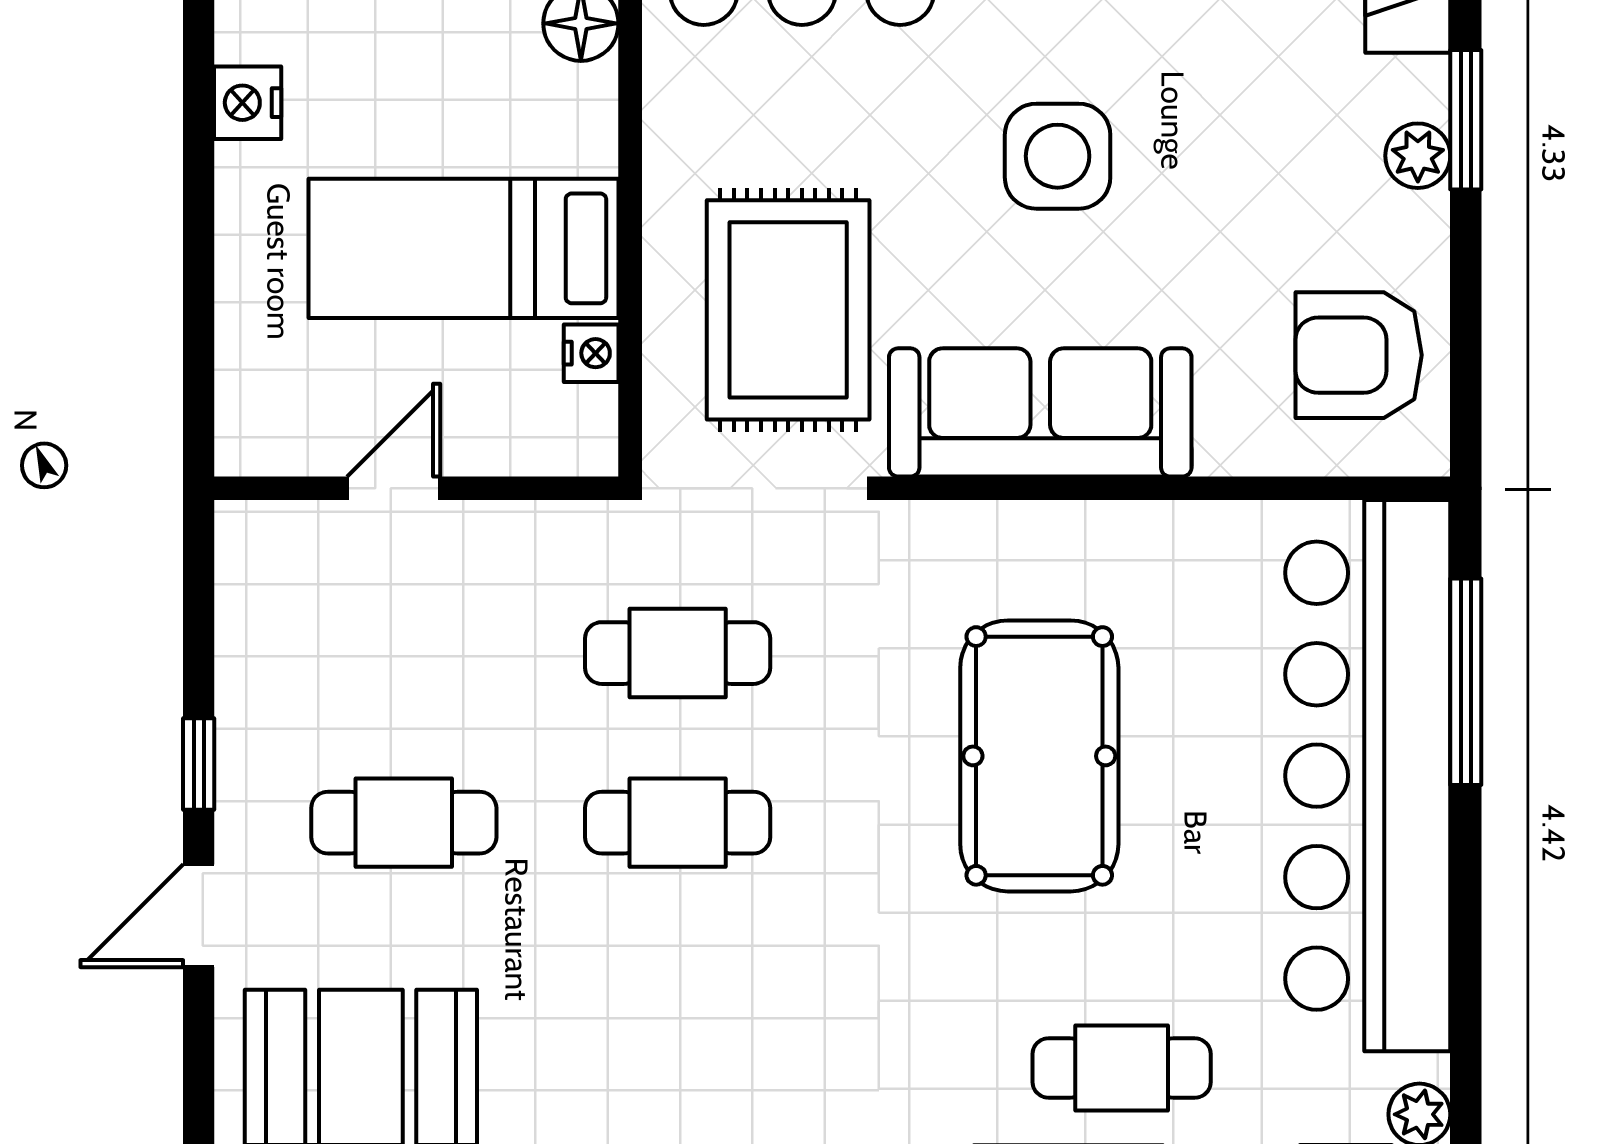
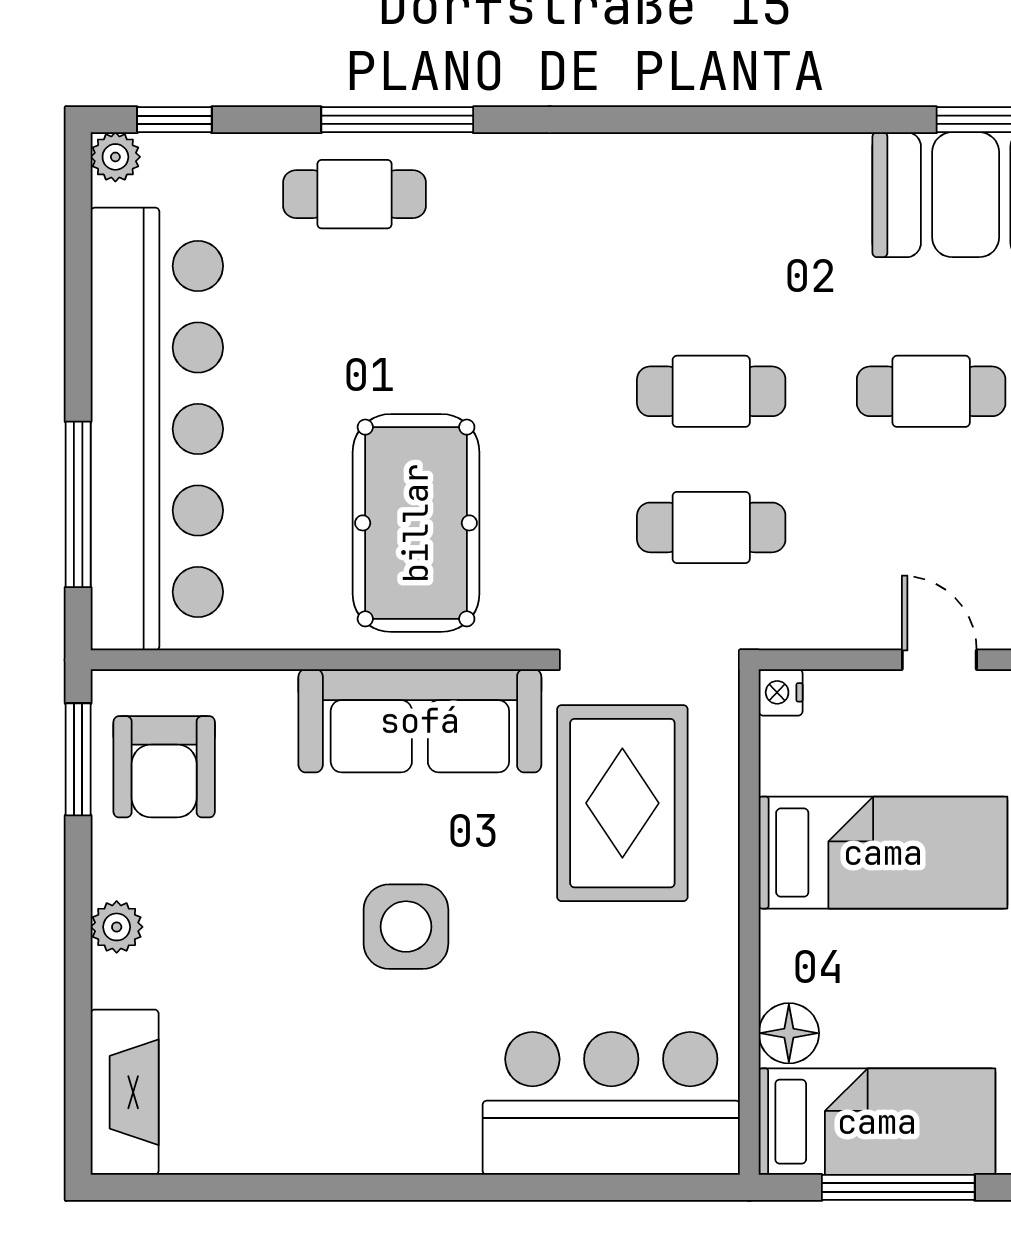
window: (1466, 120) -> (78, 759), moved
nightstand: (591, 353) -> (781, 692), moved
armchair: (1359, 355) -> (164, 767), turned 90
door: (394, 488) -> (939, 660), swing flipped
pool table: (1039, 756) -> (416, 523), moved

